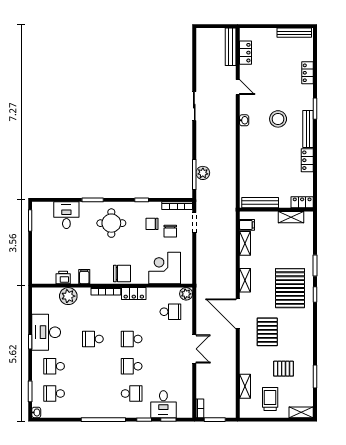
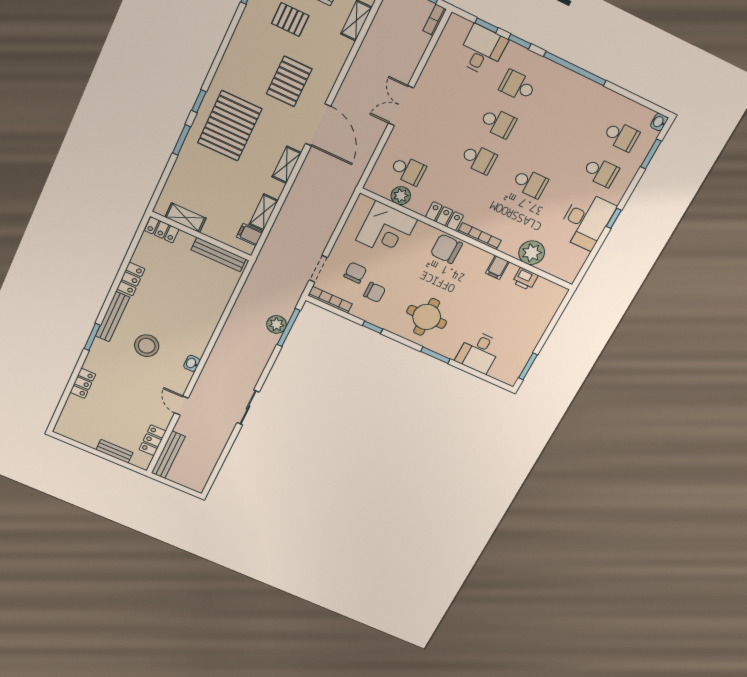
bench: (294, 33) -> (114, 451), moved, width x0.73
plant: (186, 294) -> (401, 196), moved
school desk: (170, 312) -> (408, 170), turned 180

